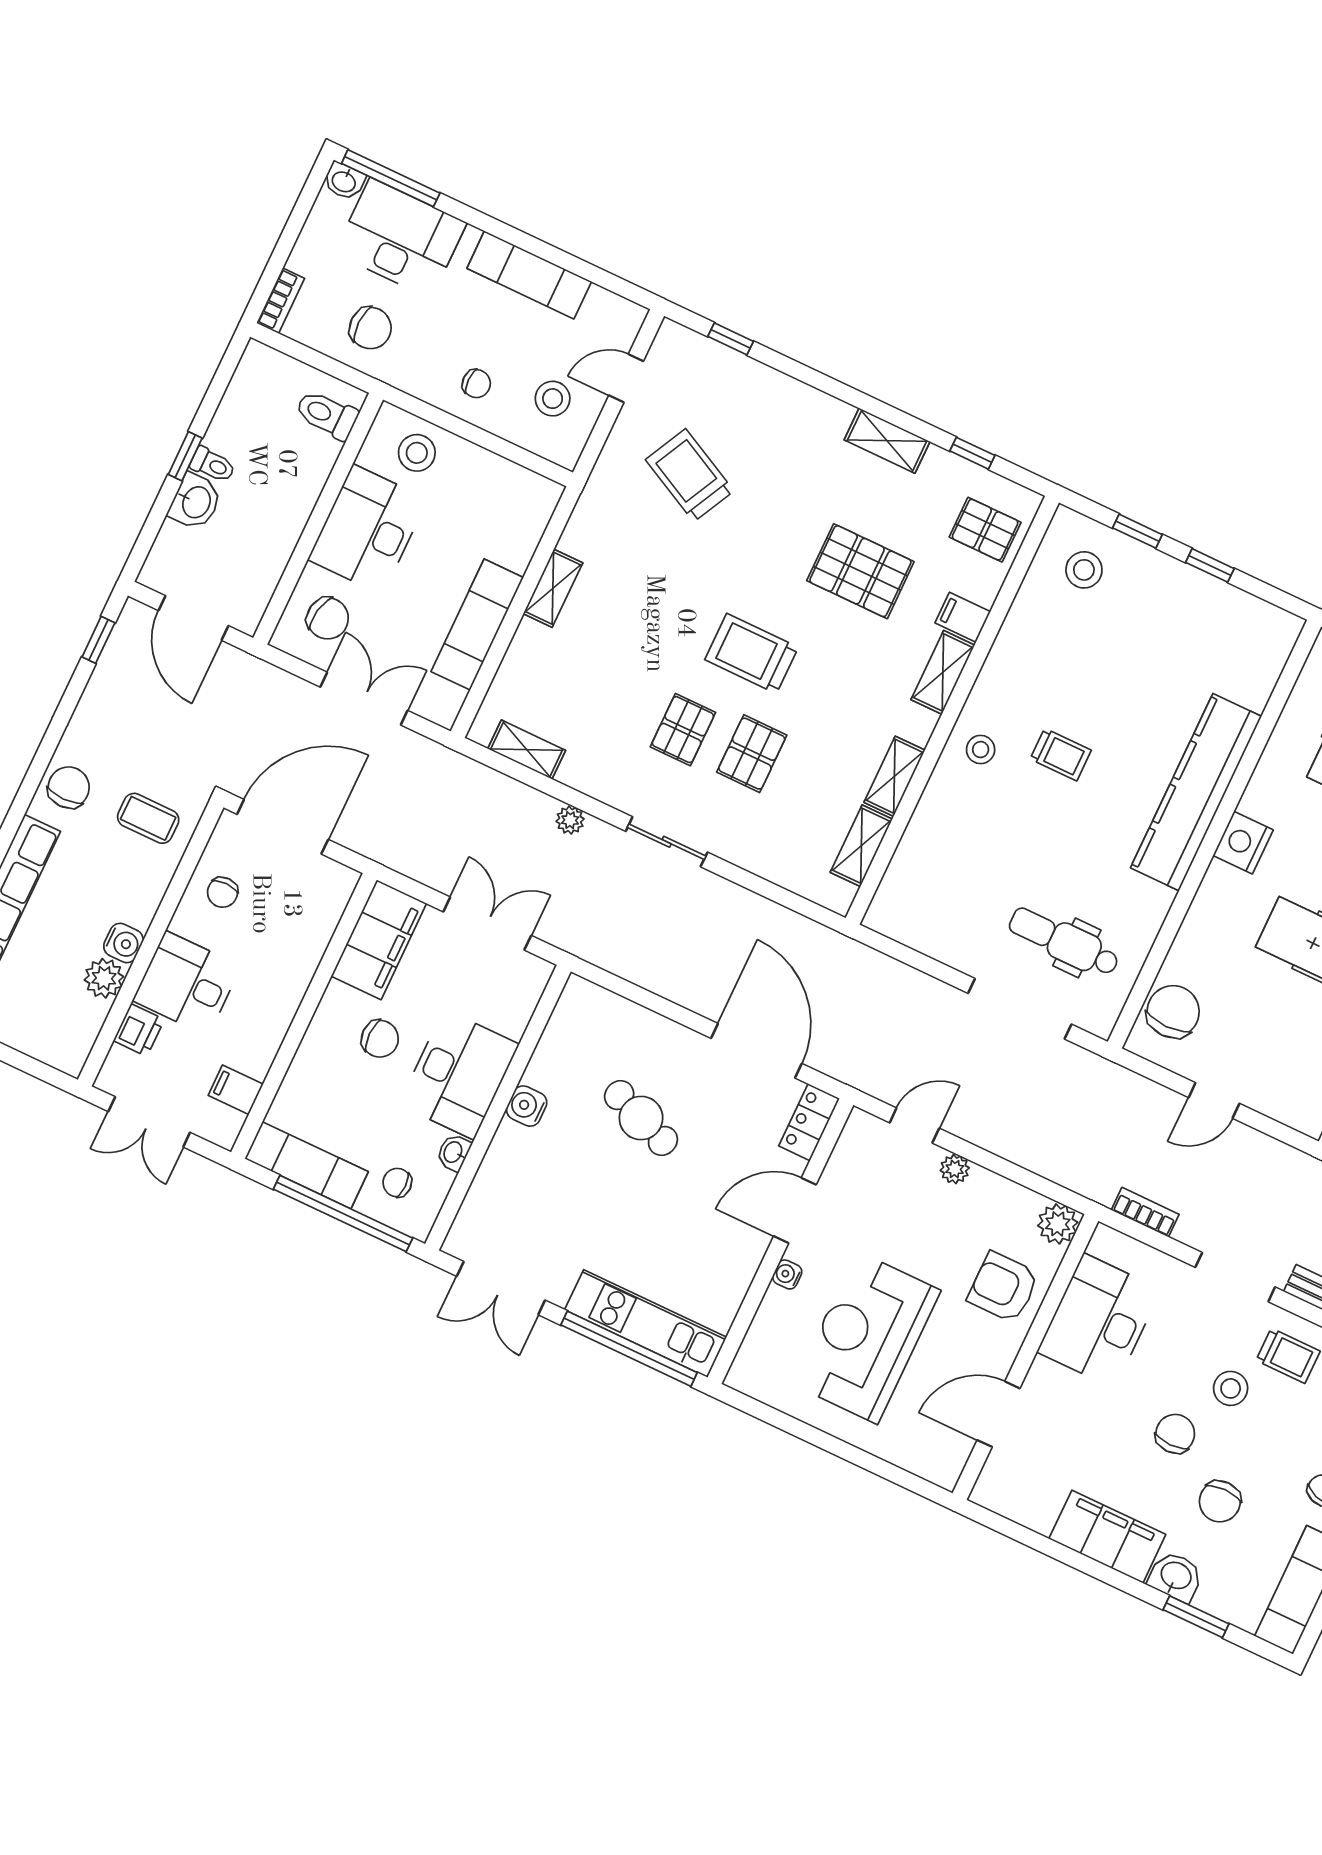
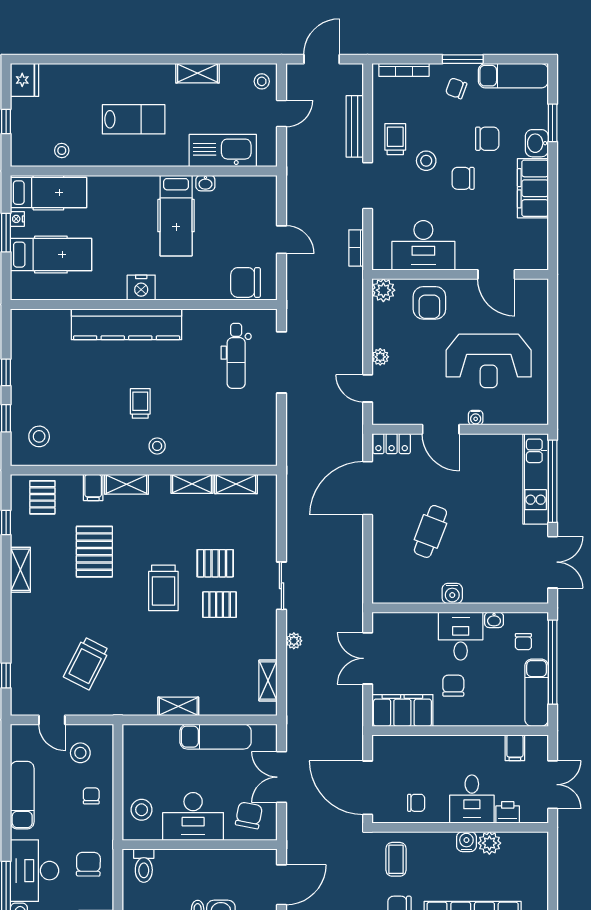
desk: (459, 1074) -> (461, 636), width x0.73

